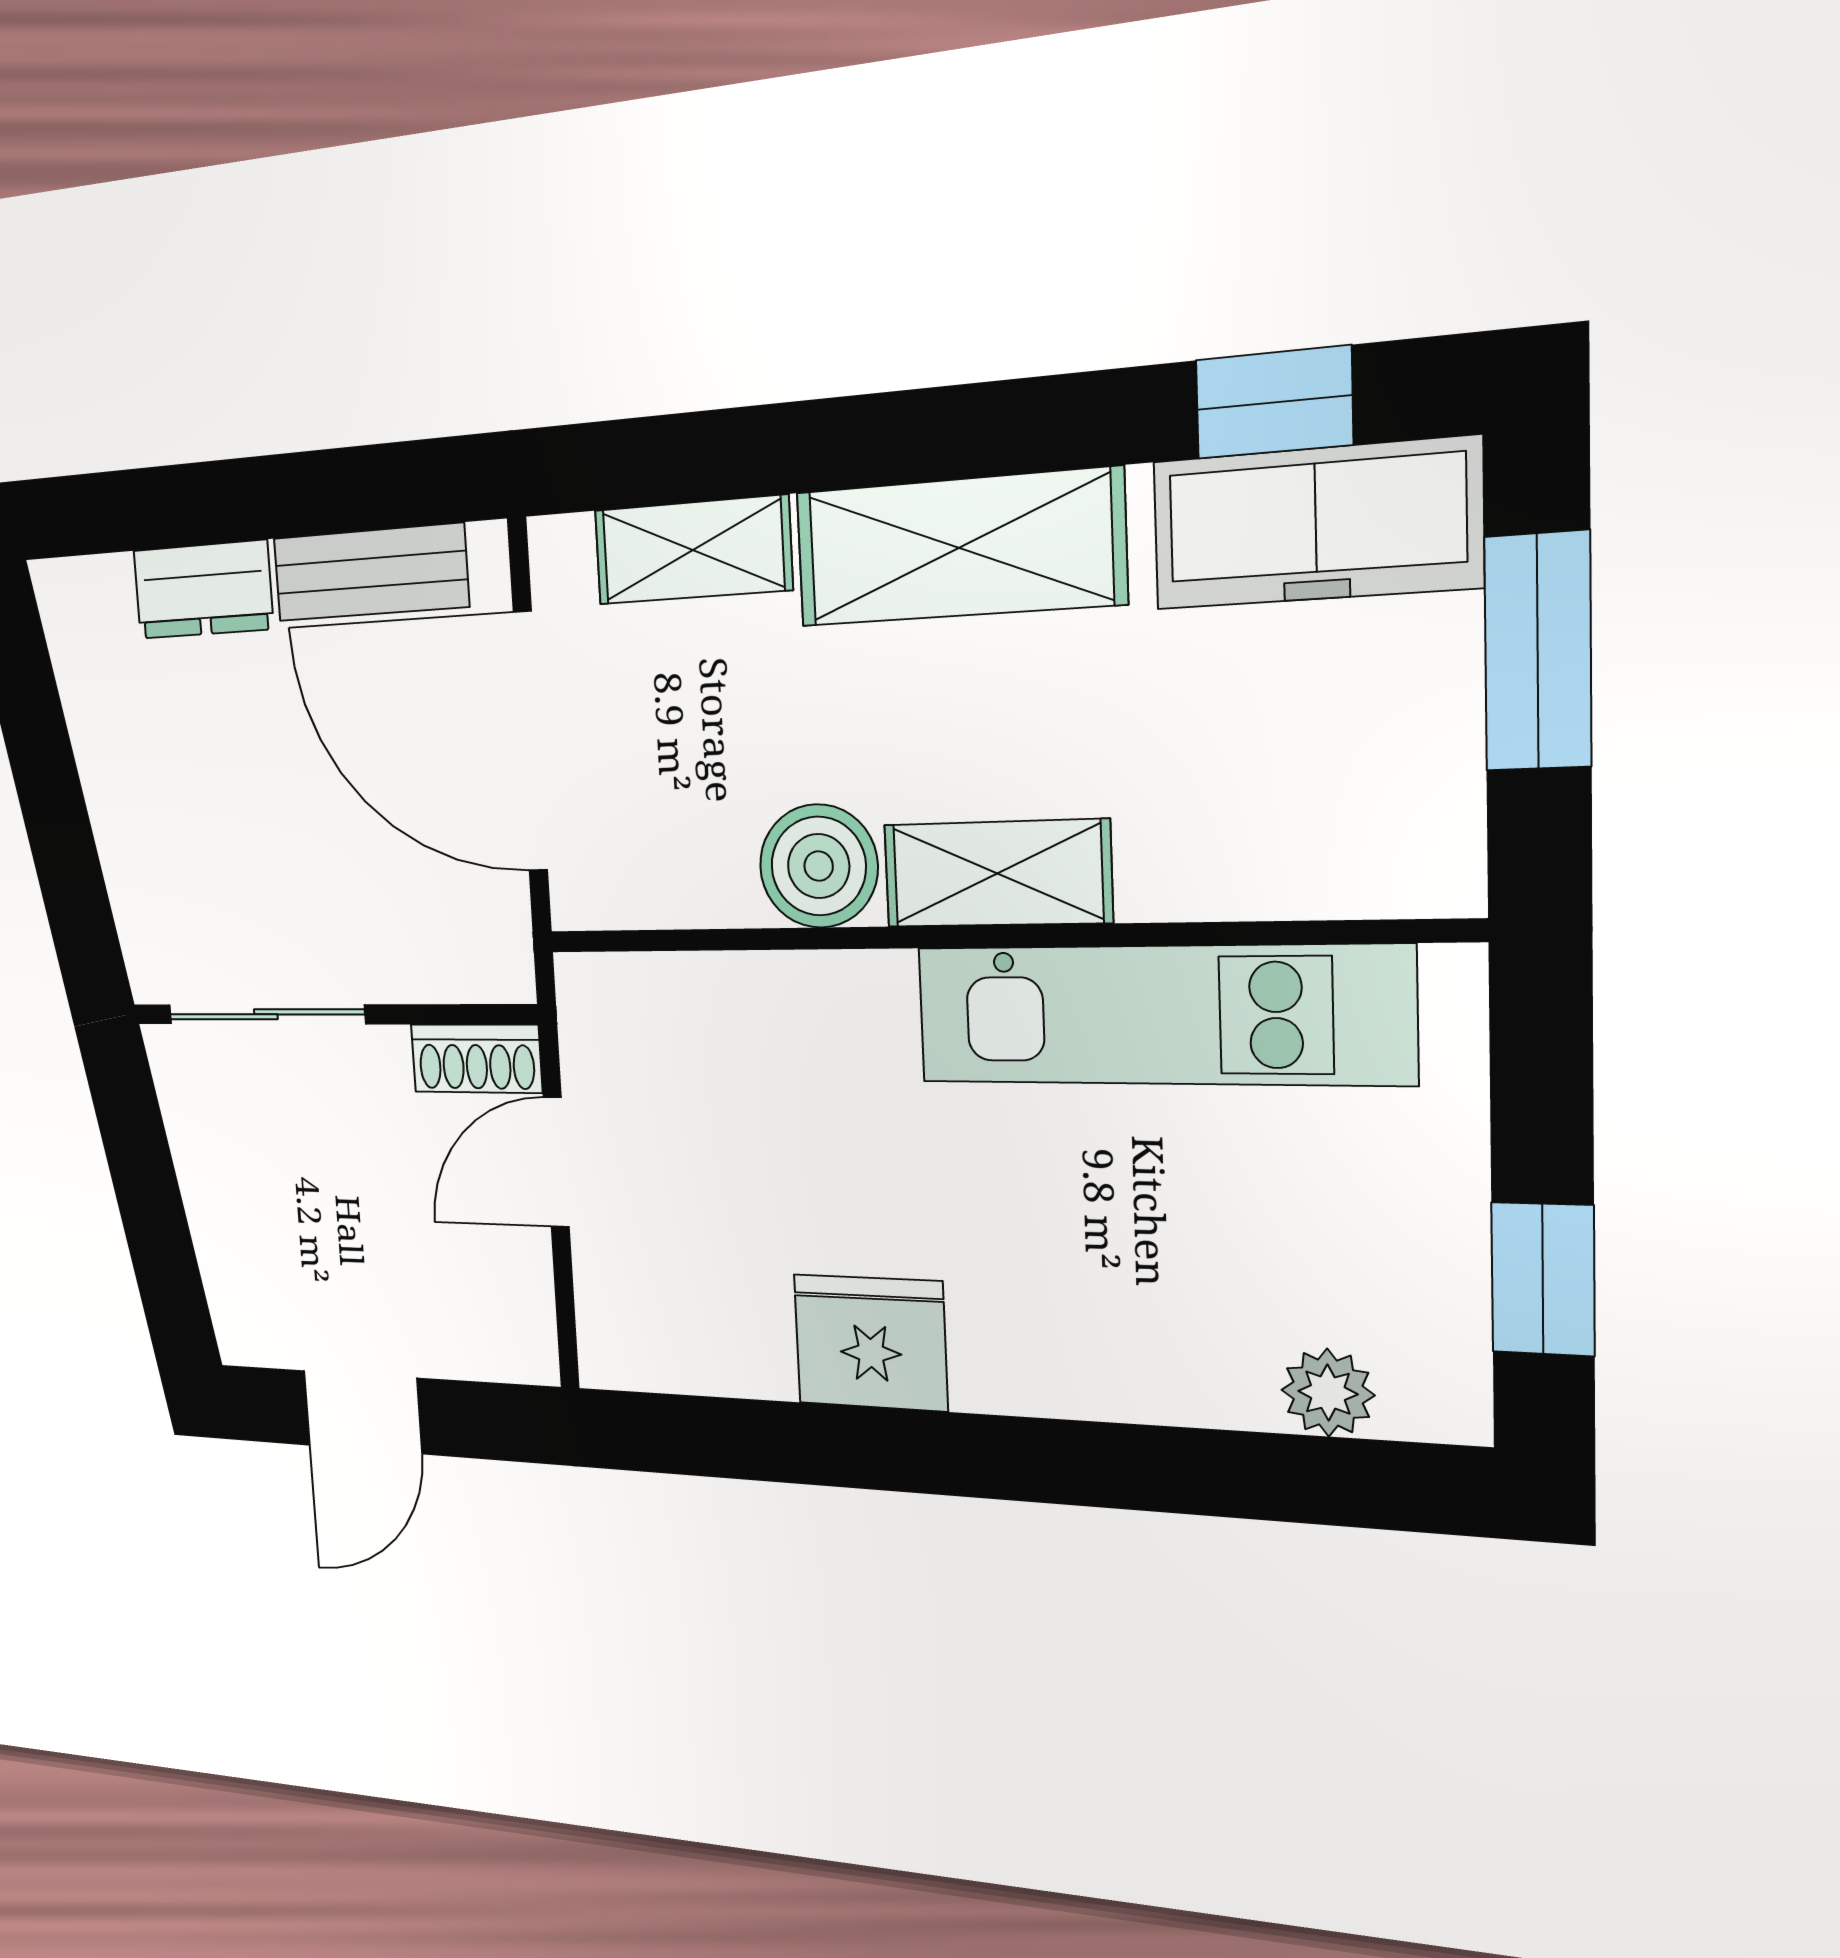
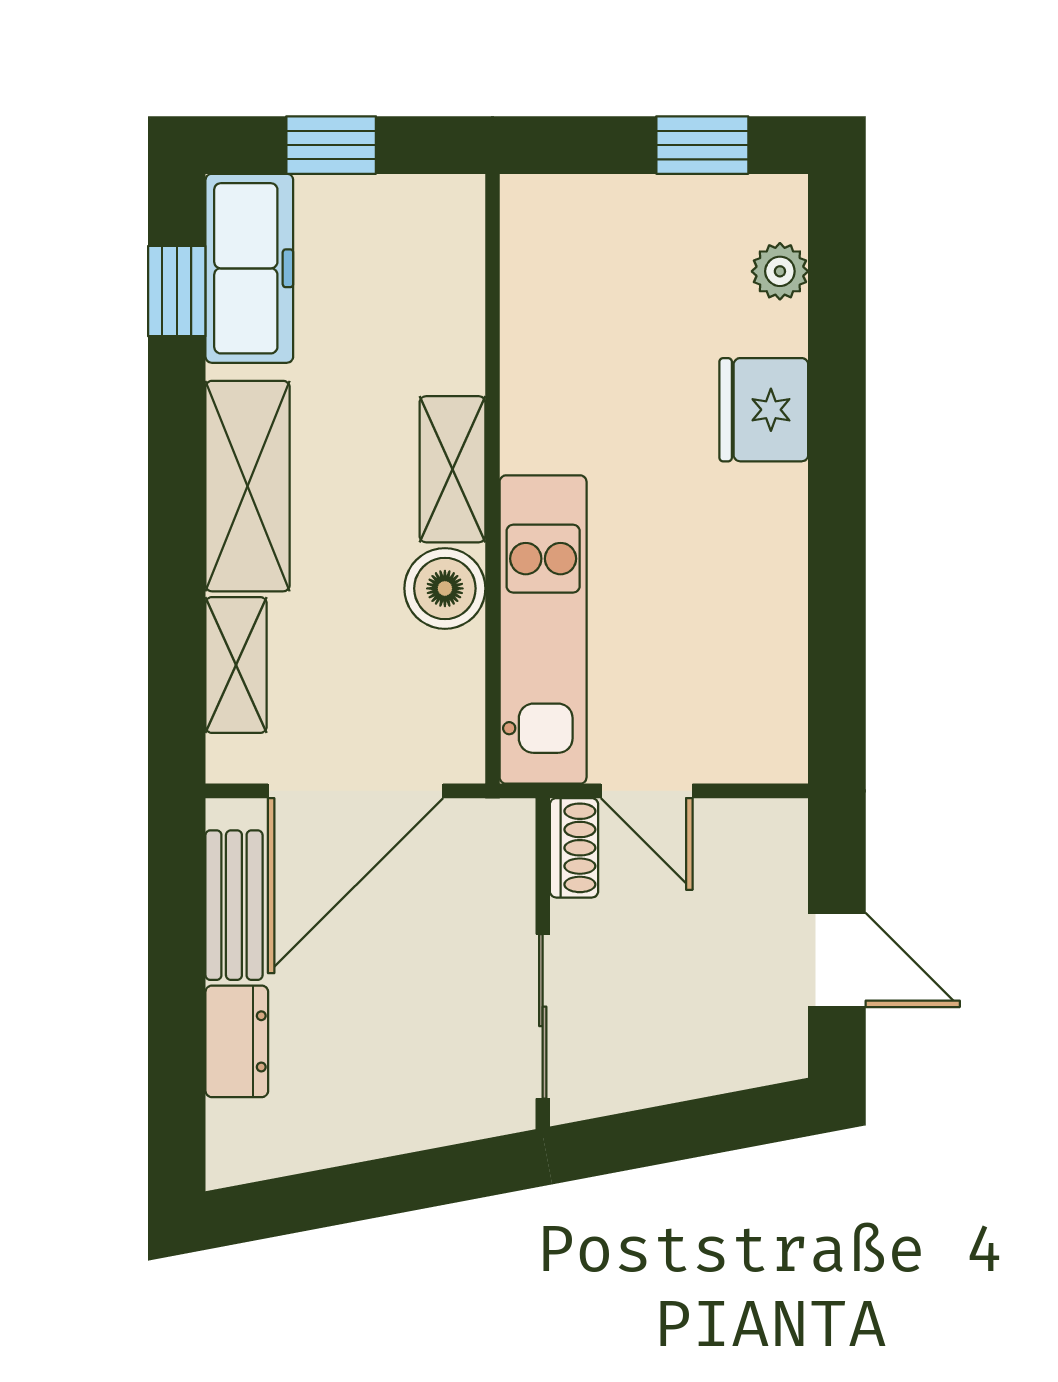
window: (1538, 651) -> (331, 145), width x0.67
kitchen unit: (1160, 1015) -> (543, 630), moved
fridge: (870, 1343) -> (764, 410), moved

